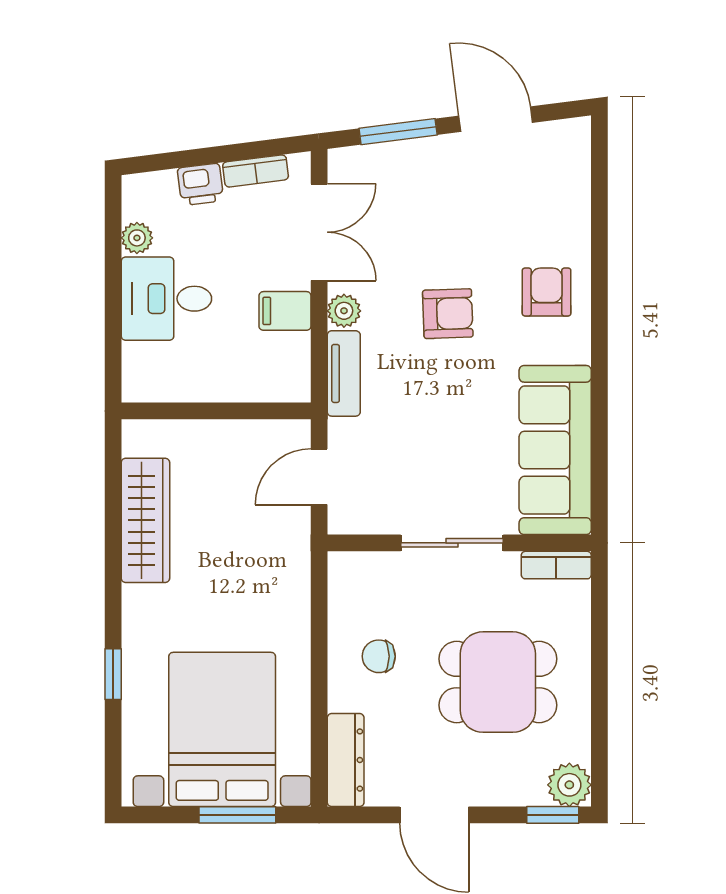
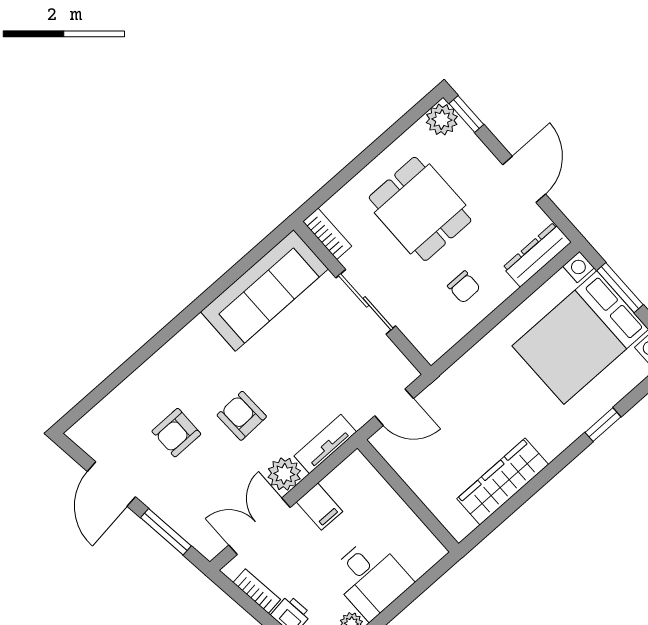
armchair: (547, 292) -> (176, 433), moved
plant: (344, 311) -> (284, 474), width x1.38, depth x1.38

